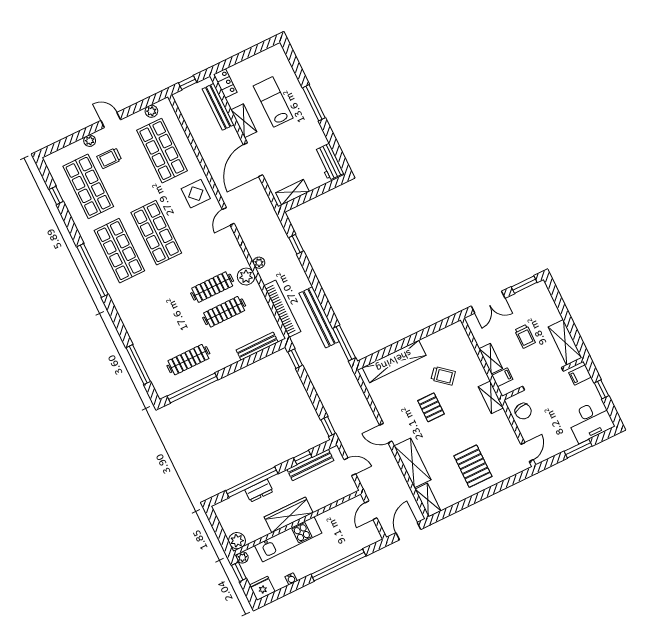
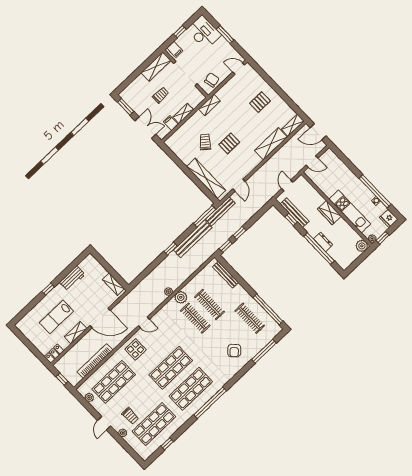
window: (314, 103) -> (48, 289), width x0.46
bench: (218, 107) -> (220, 211), moved
workbench: (329, 162) -> (72, 278), moved
window: (296, 244) -> (171, 249), moved
bookcase: (282, 309) -> (95, 361), moved
armchair: (152, 325) -> (234, 351), added
filing cabinet: (502, 377) -> (171, 123), moved
window: (328, 427) -> (239, 233), moved
door: (386, 433) -> (239, 185), moved
pallet: (473, 466) -> (260, 102), width x0.67, depth x0.71
wardrobe: (289, 515) -> (329, 213), width x0.67
window: (338, 565) -> (375, 191), moved

